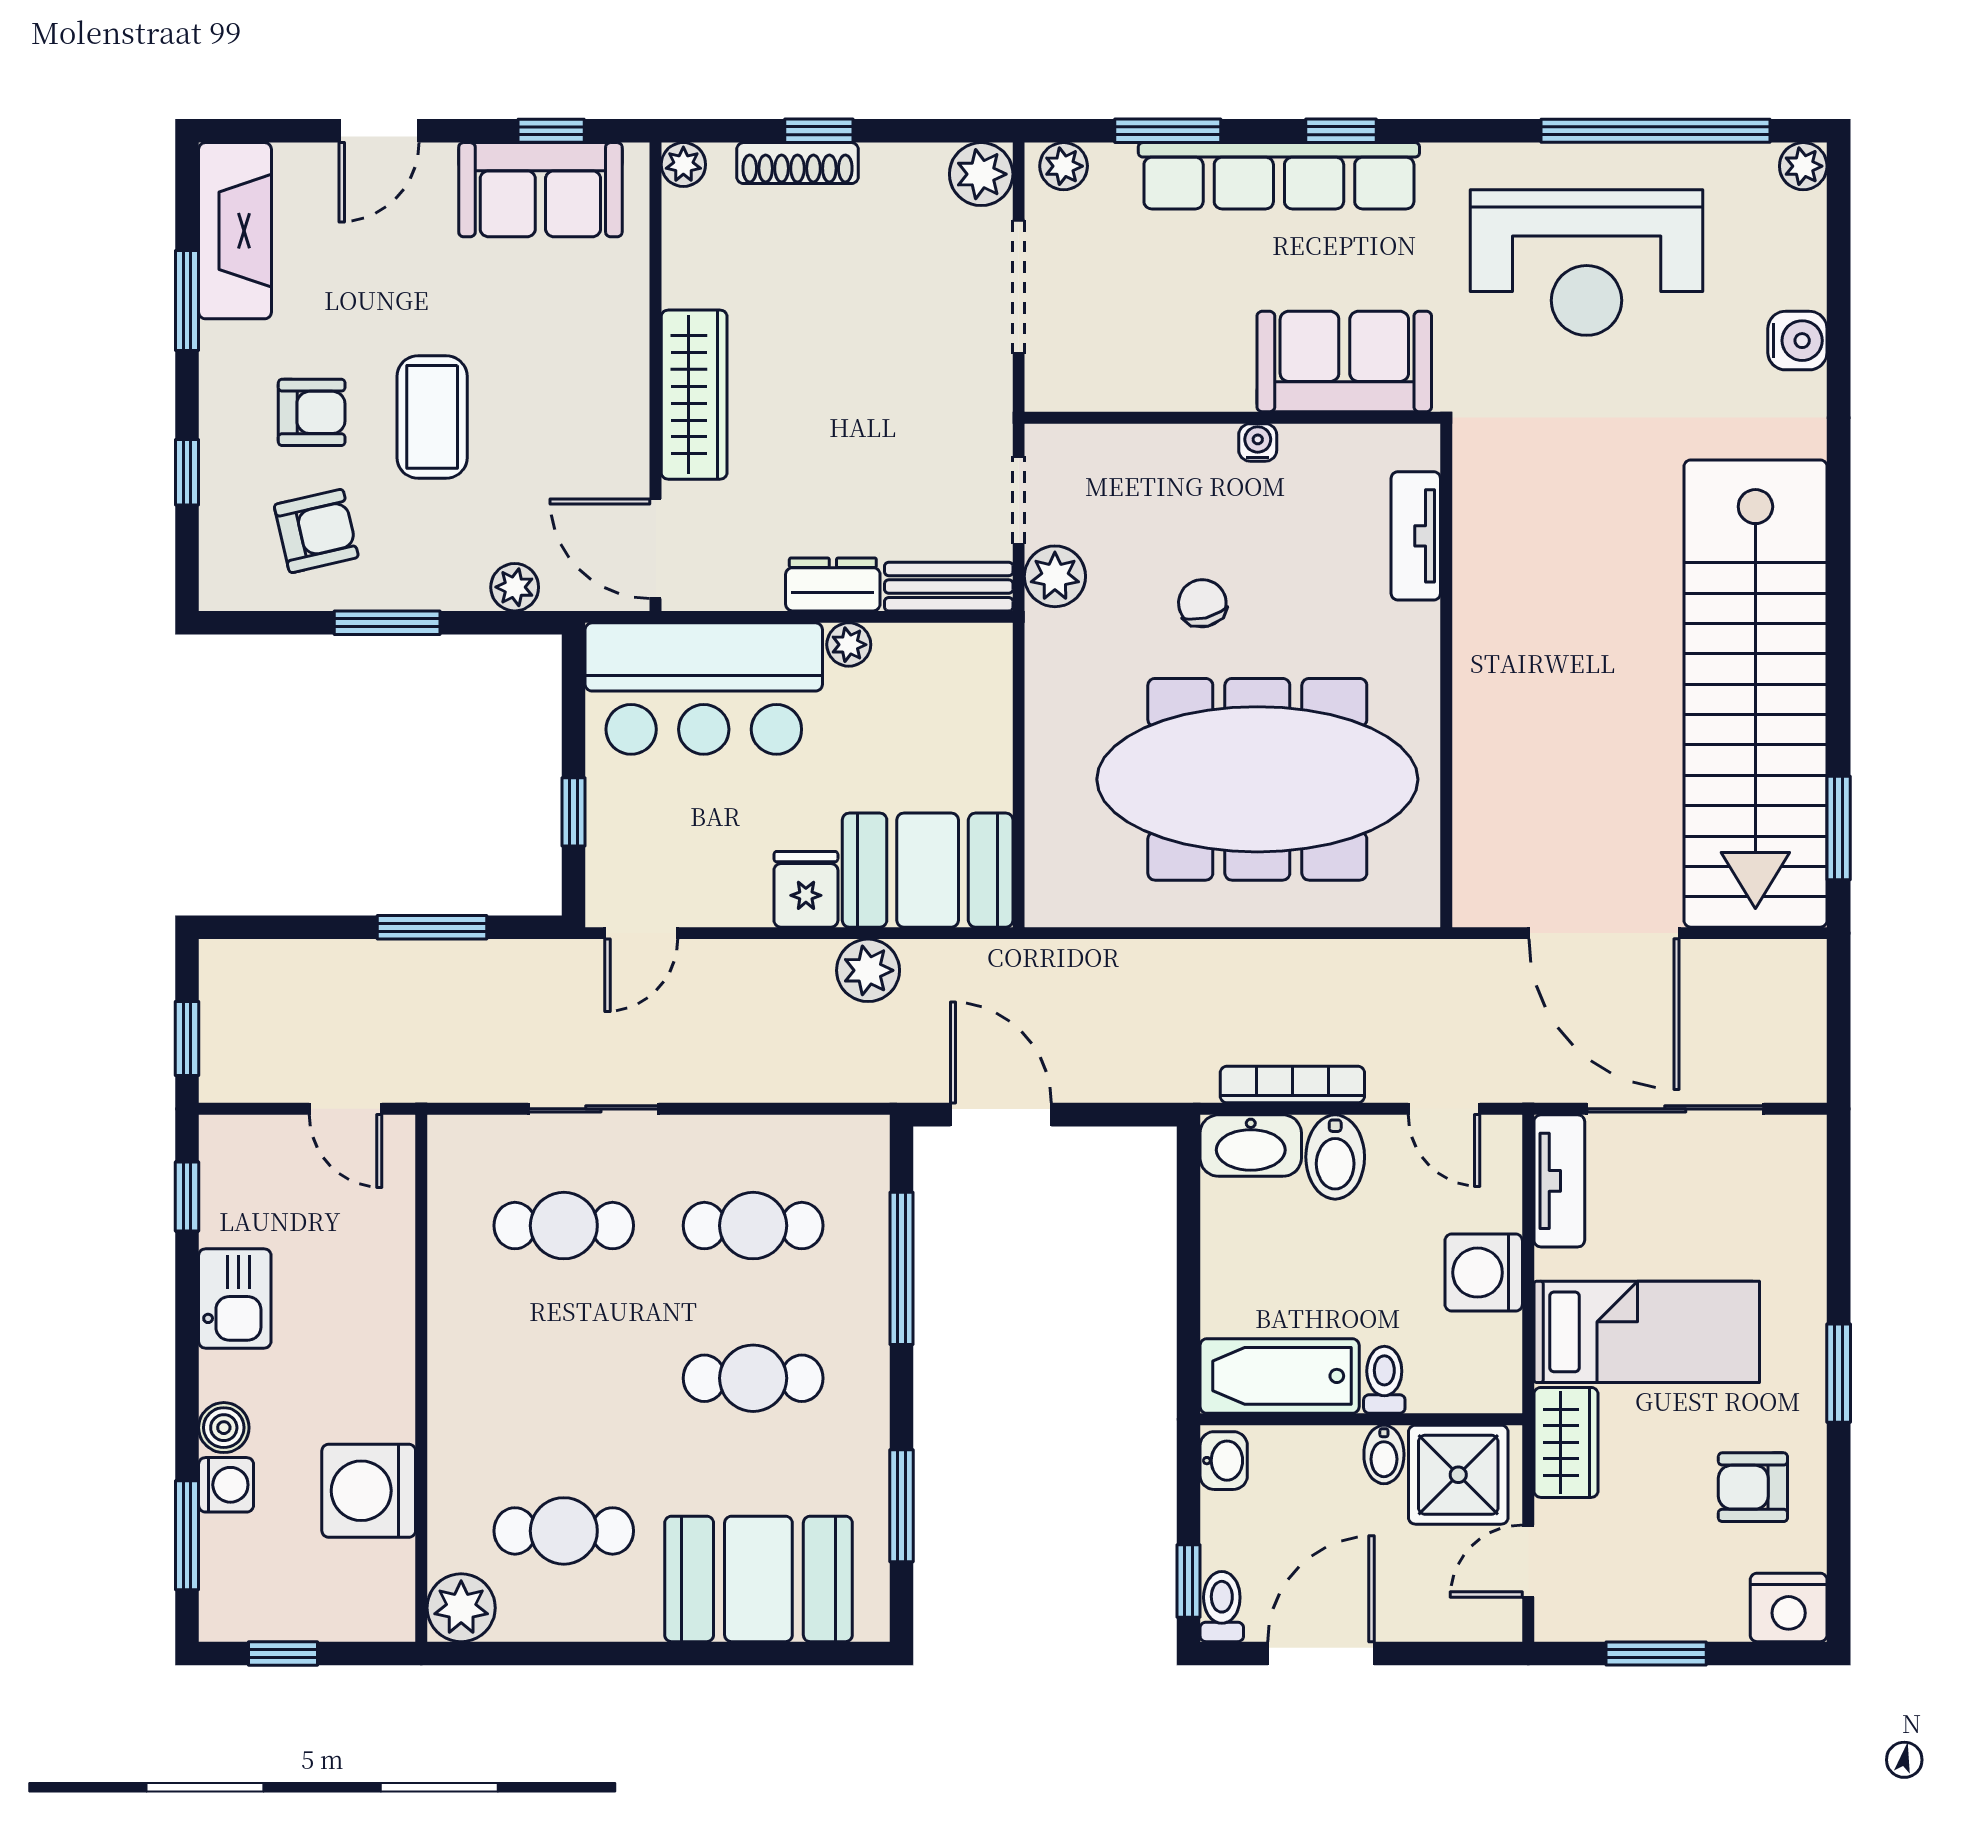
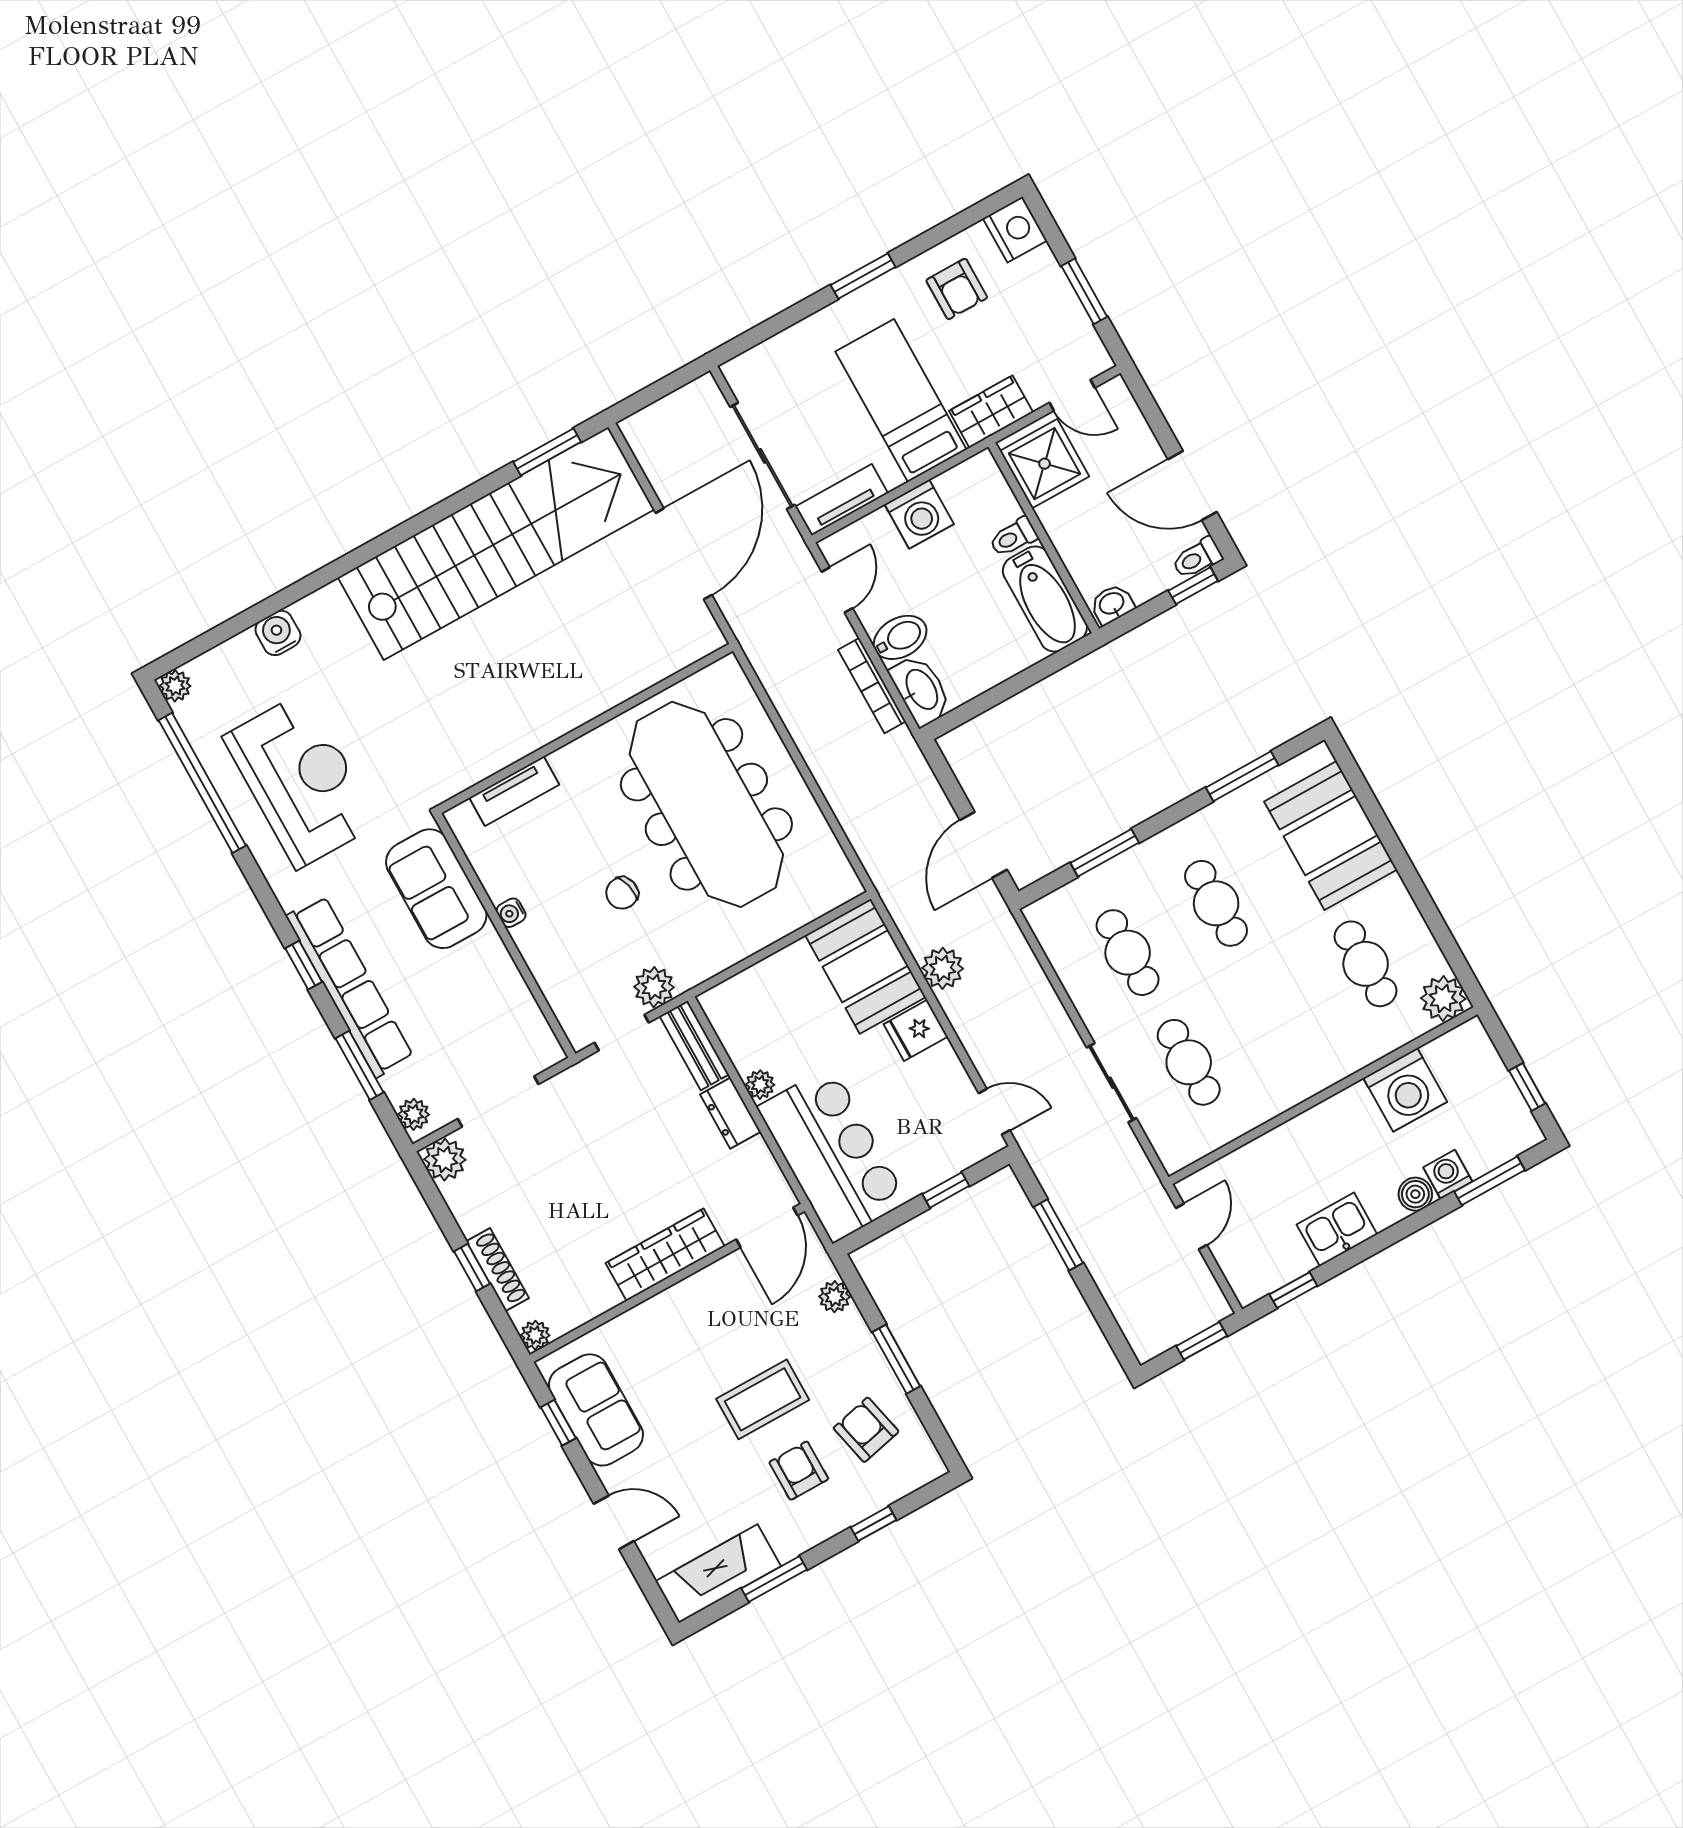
window: (902, 1268) -> (1105, 853), width x0.69
bidet: (1384, 1454) -> (1057, 513), removed

